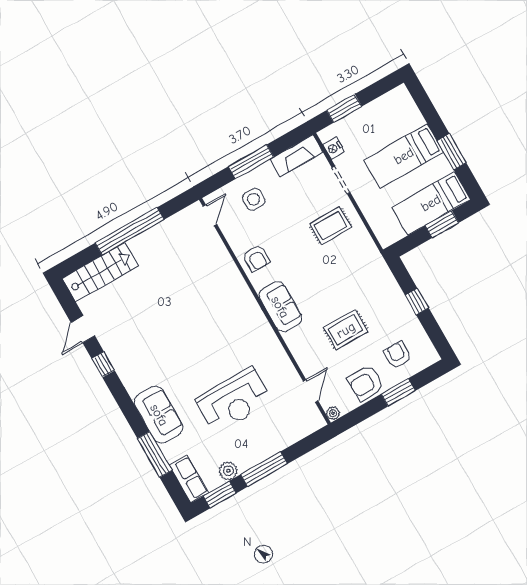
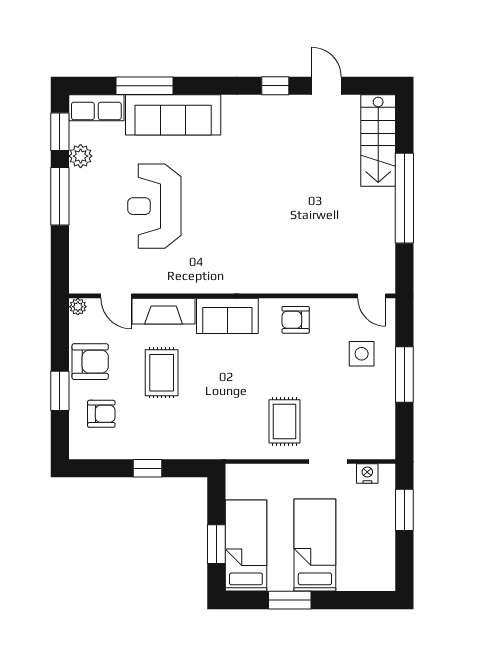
fireplace: (296, 156) -> (164, 311), moved, turned -90
armchair: (366, 383) -> (90, 362), turned 90
sofa: (159, 415) -> (173, 115), width x1.36

